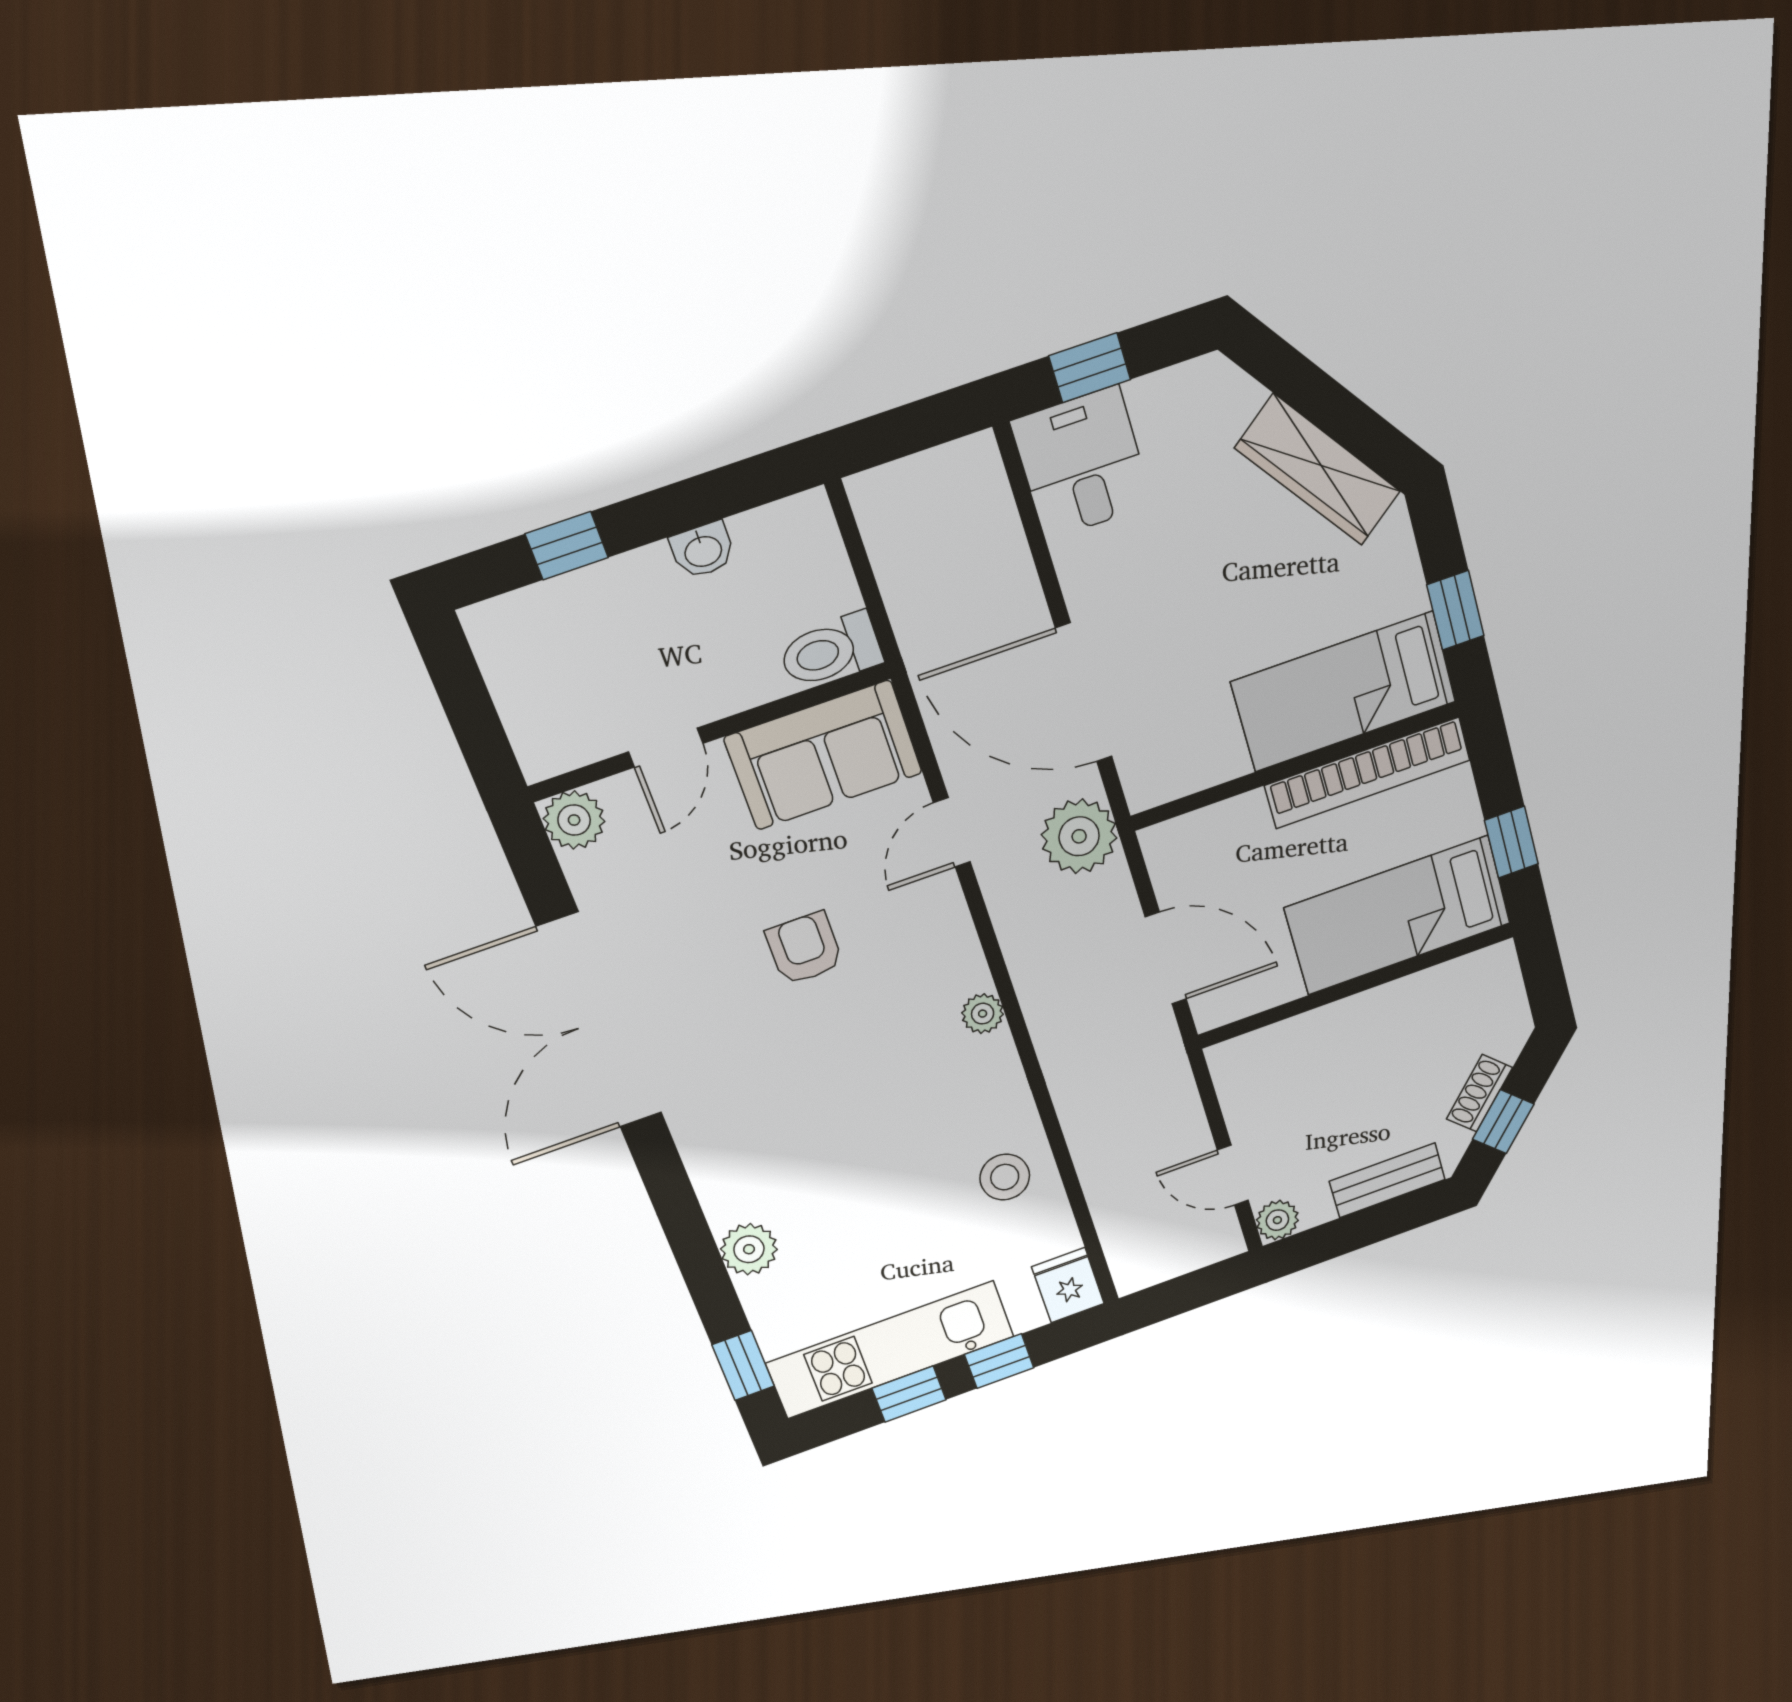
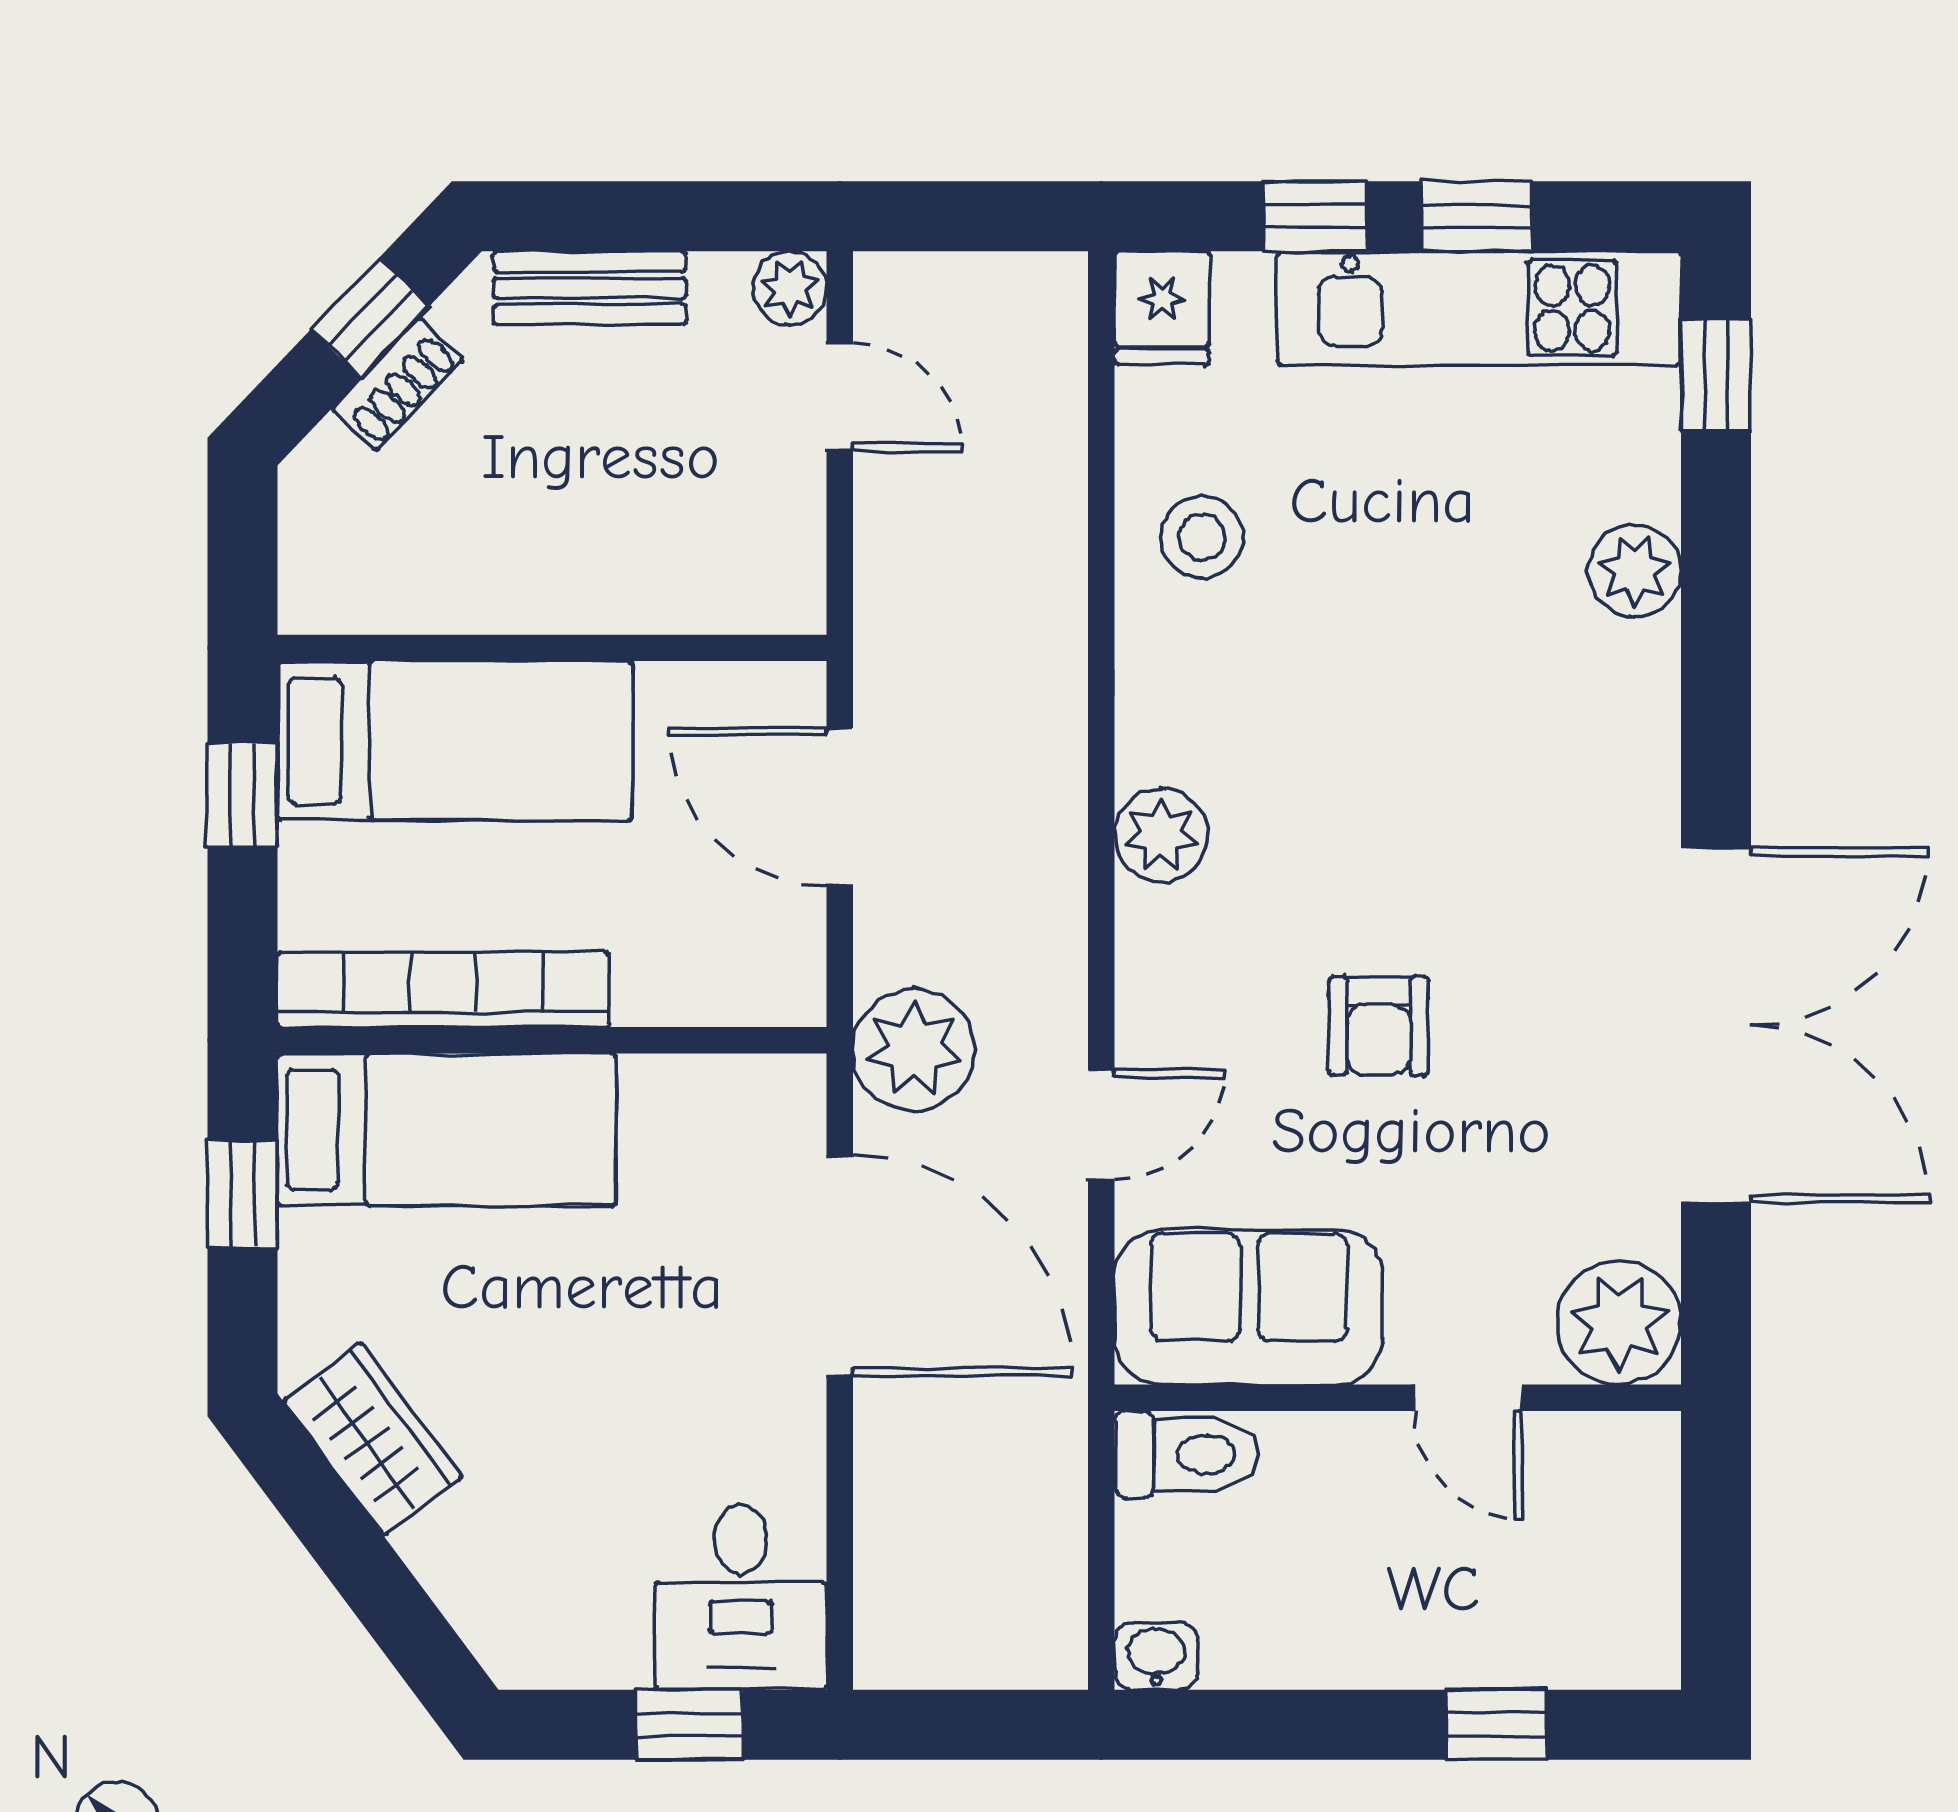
wardrobe: (1318, 470) -> (373, 1439), width x0.67
washbasin: (703, 550) -> (1156, 1656), moved
door: (666, 748) -> (1468, 1398), swing flipped
plant: (574, 820) -> (1619, 1323), width x1.36, depth x1.36
plant: (983, 1014) -> (1161, 835), width x1.38, depth x1.38

